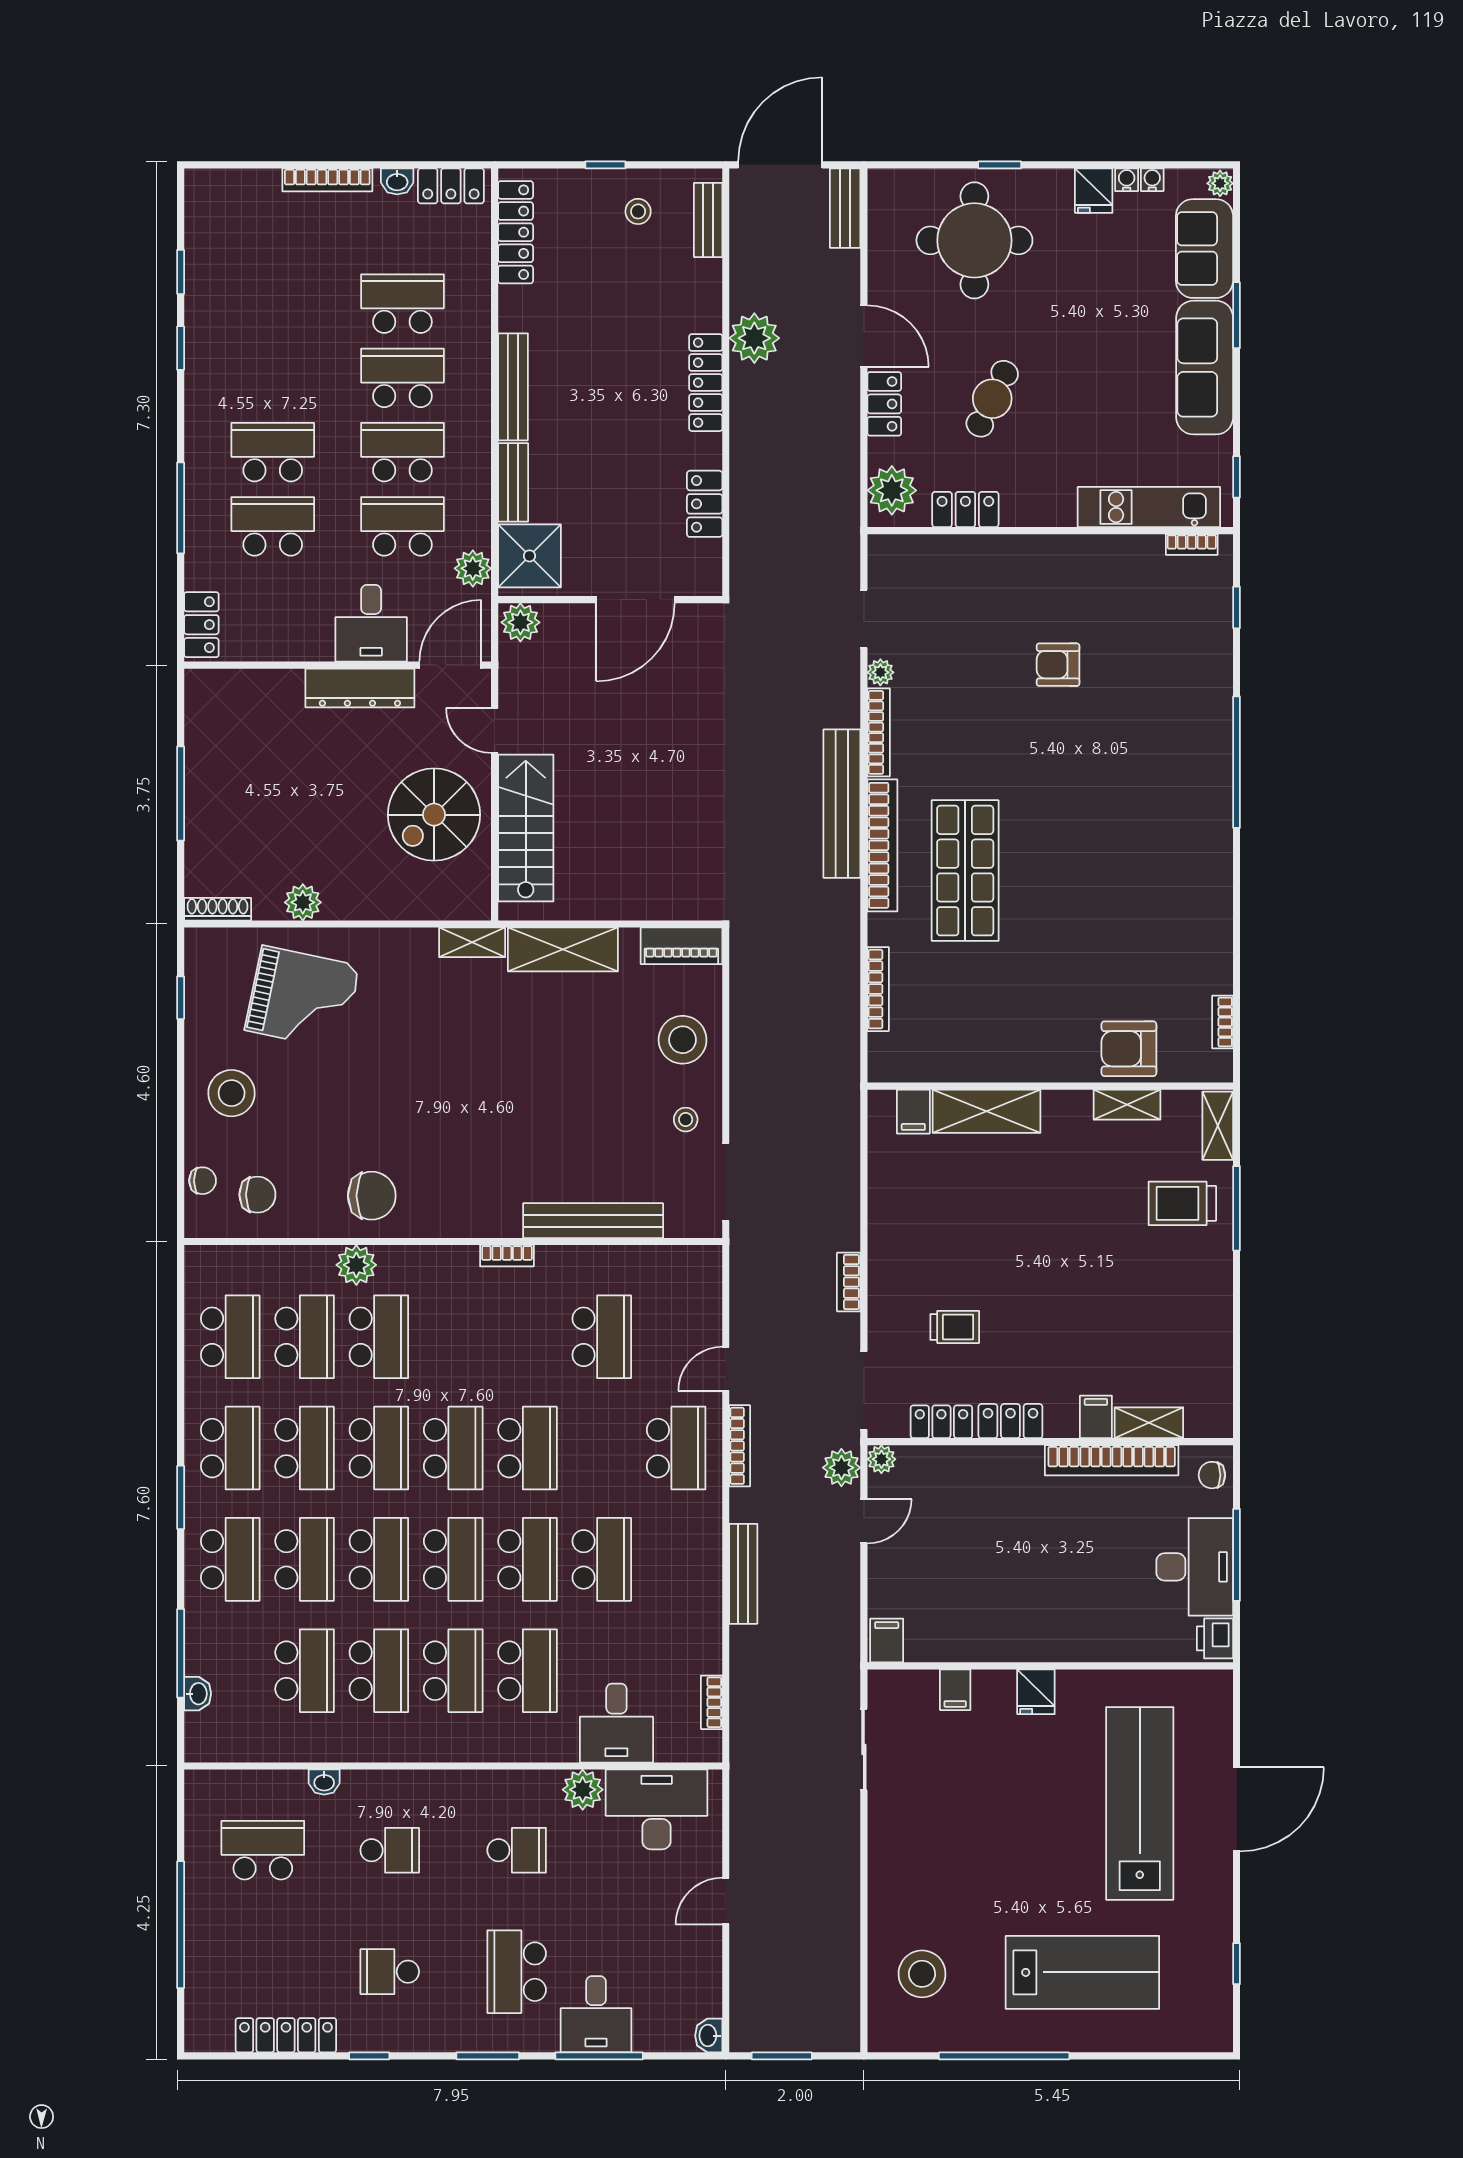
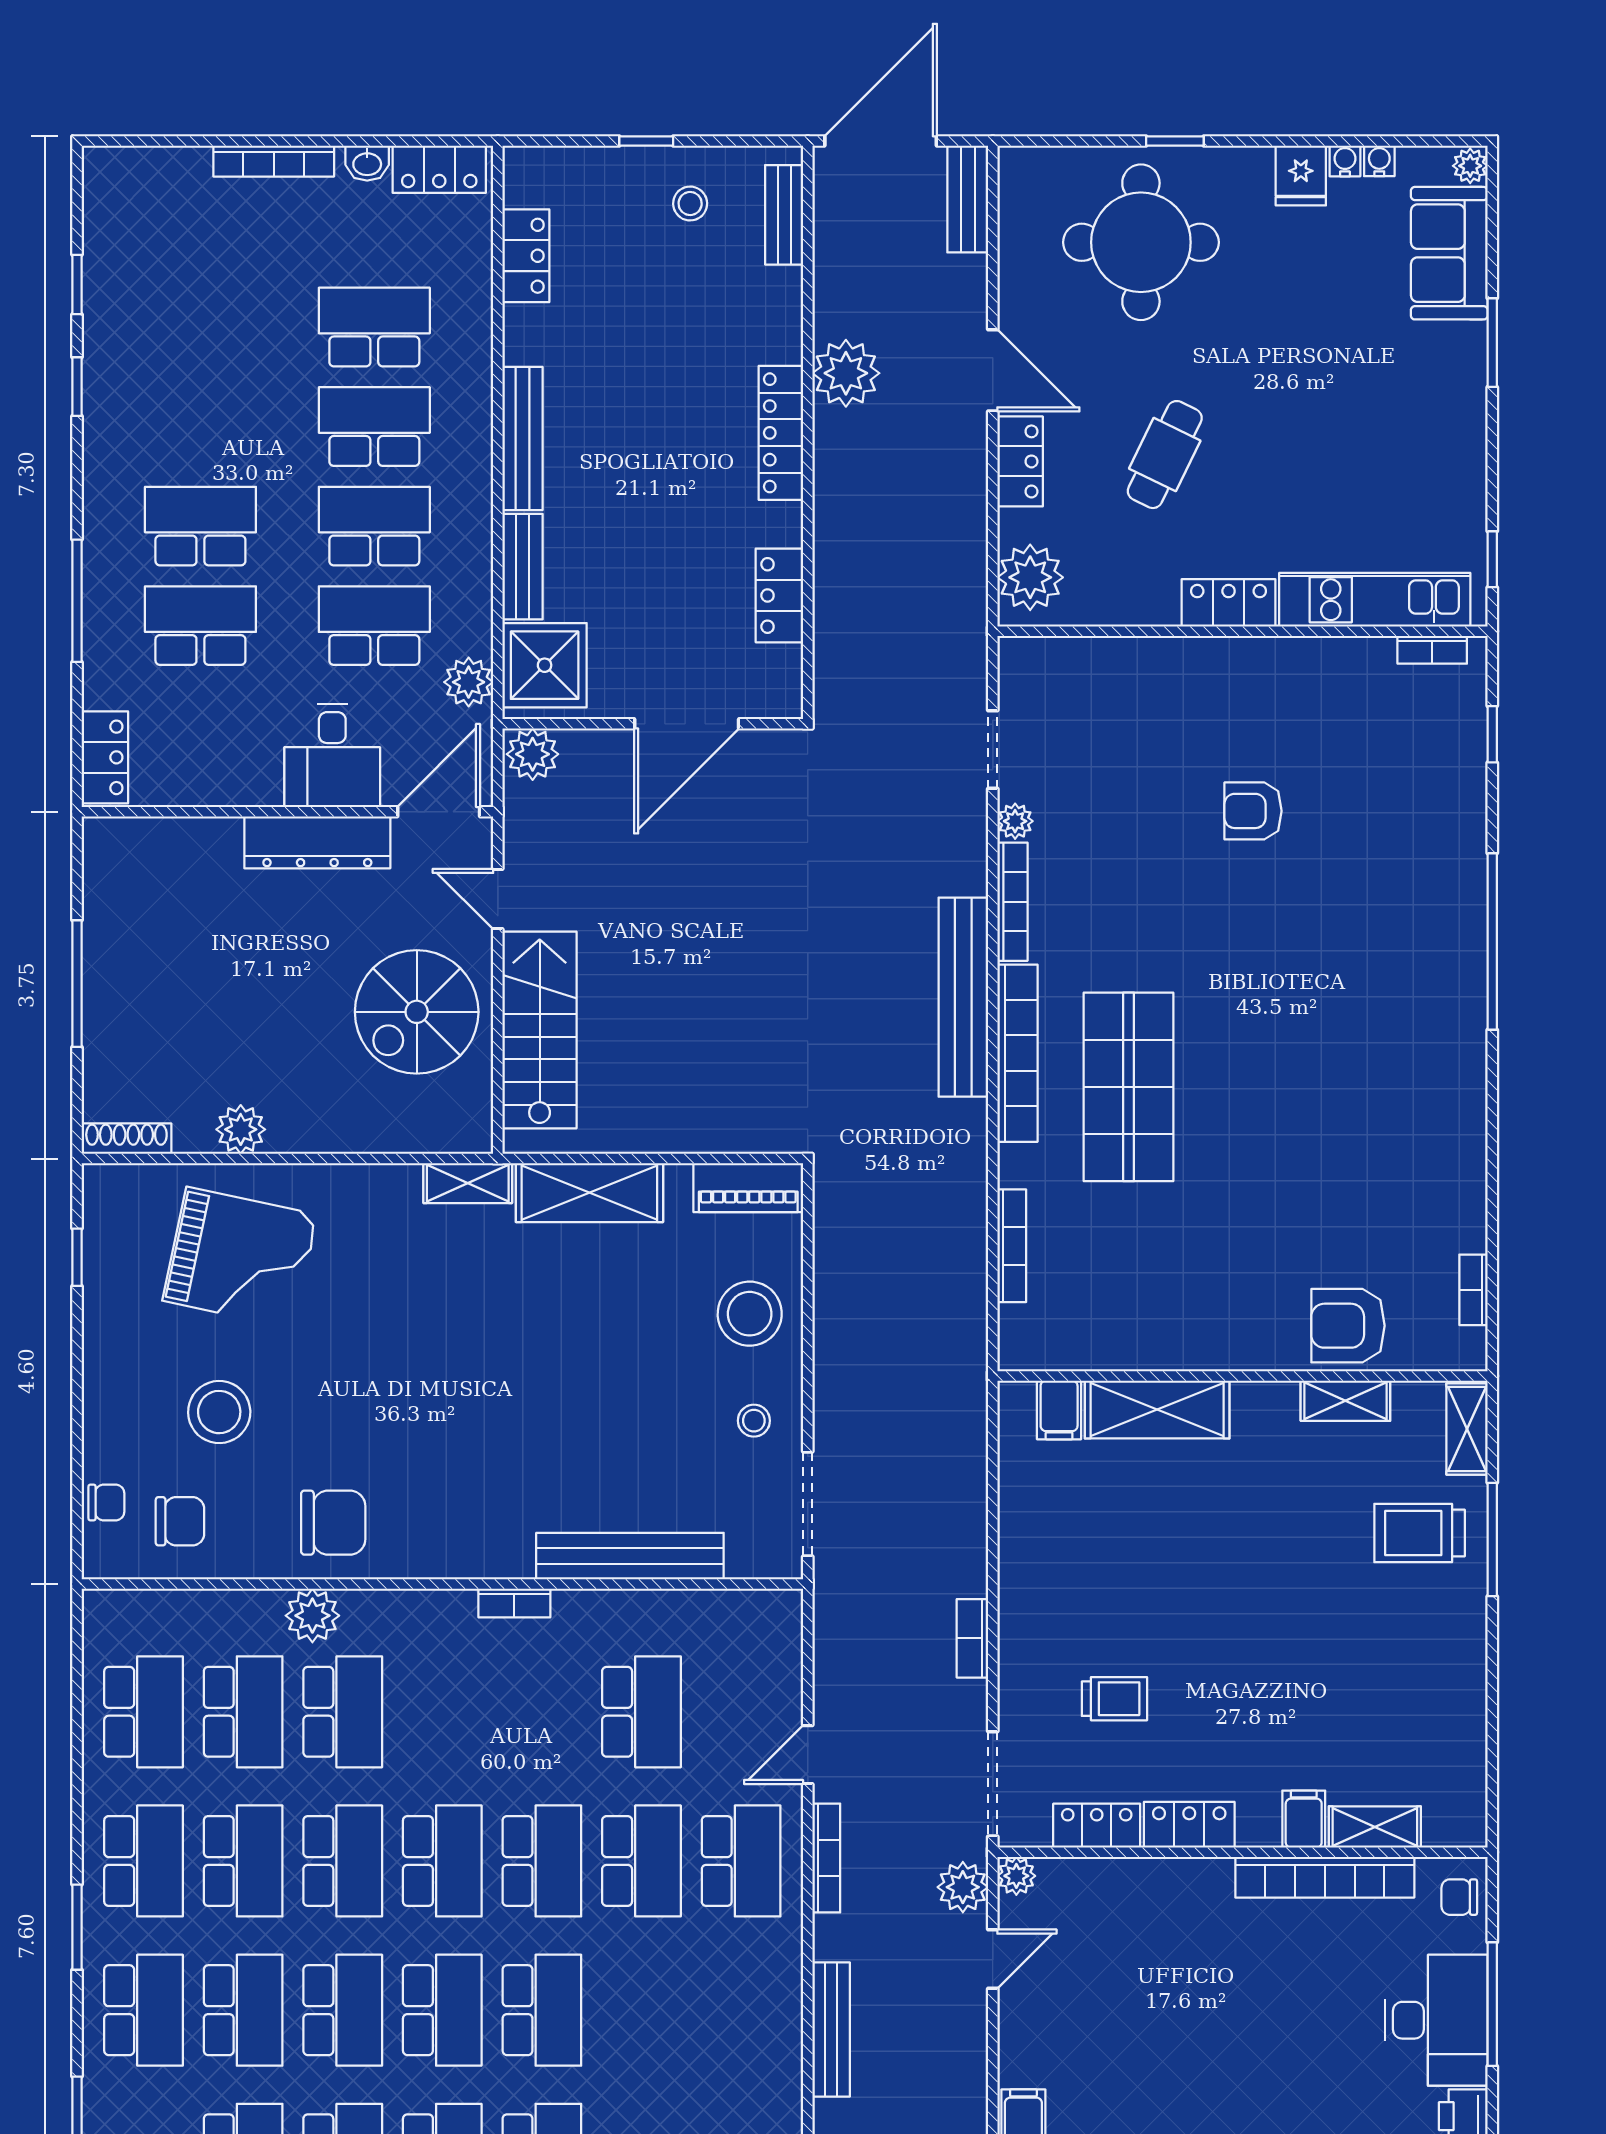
locker: (516, 232) -> (526, 256), width x0.66
sofa: (1205, 368) -> (1450, 413), removed
locker: (965, 509) -> (1229, 603), moved
stool: (232, 1093) -> (219, 1412), moved
school desk: (602, 1559) -> (641, 1861), moved

